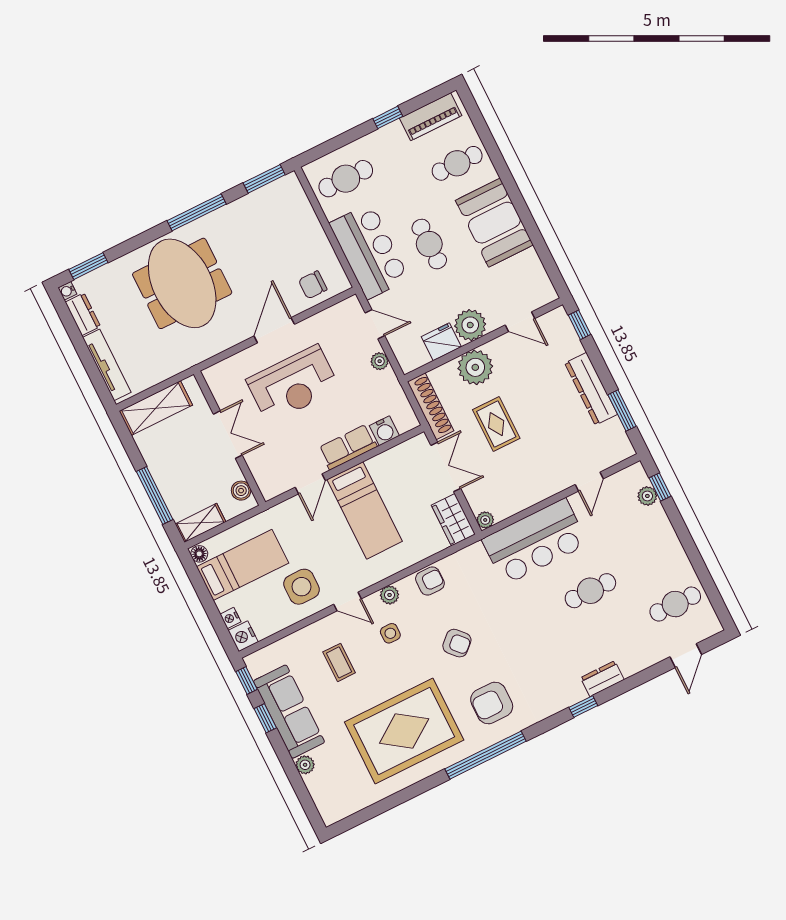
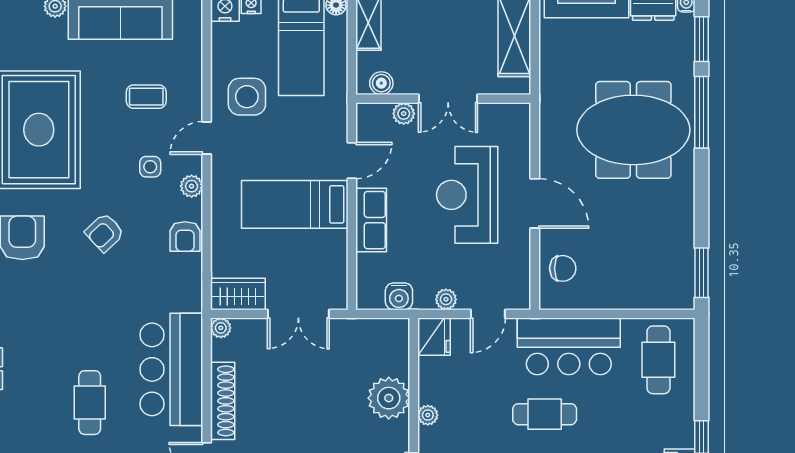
window: (197, 212) -> (701, 112), moved
chair: (313, 285) -> (563, 268), turned 90
plant: (470, 325) -> (428, 415), width x0.53, depth x0.53
fridge: (441, 342) -> (434, 337), moved
shoe rack: (431, 406) -> (223, 401), moved, turned -90
rug: (496, 424) -> (317, 390), removed
water cooler: (384, 431) -> (399, 296), moved, turned -90
plant: (256, 462) -> (404, 114), added
door: (310, 484) -> (352, 160), swing flipped

